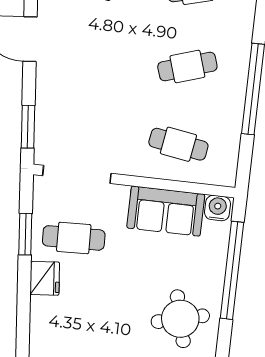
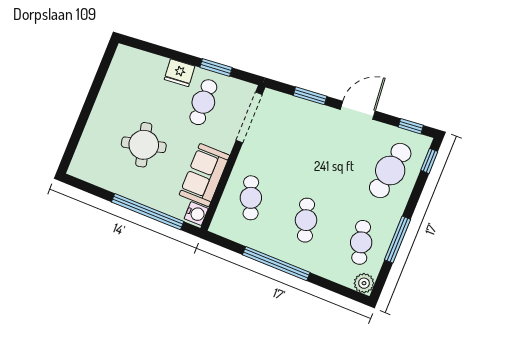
window: (28, 127) -> (310, 96), moved
cafe table: (178, 144) -> (251, 198), turned -30
round table: (180, 319) -> (144, 145), moved

